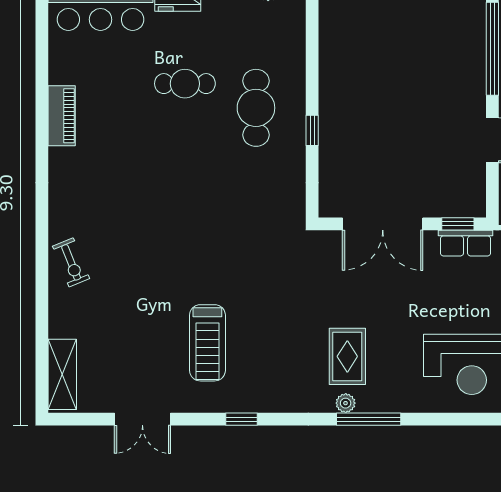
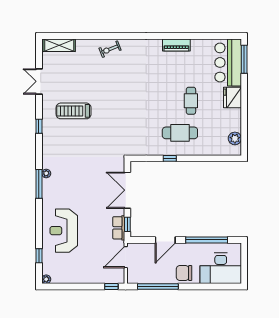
rug: (347, 356) -> (67, 174), removed

